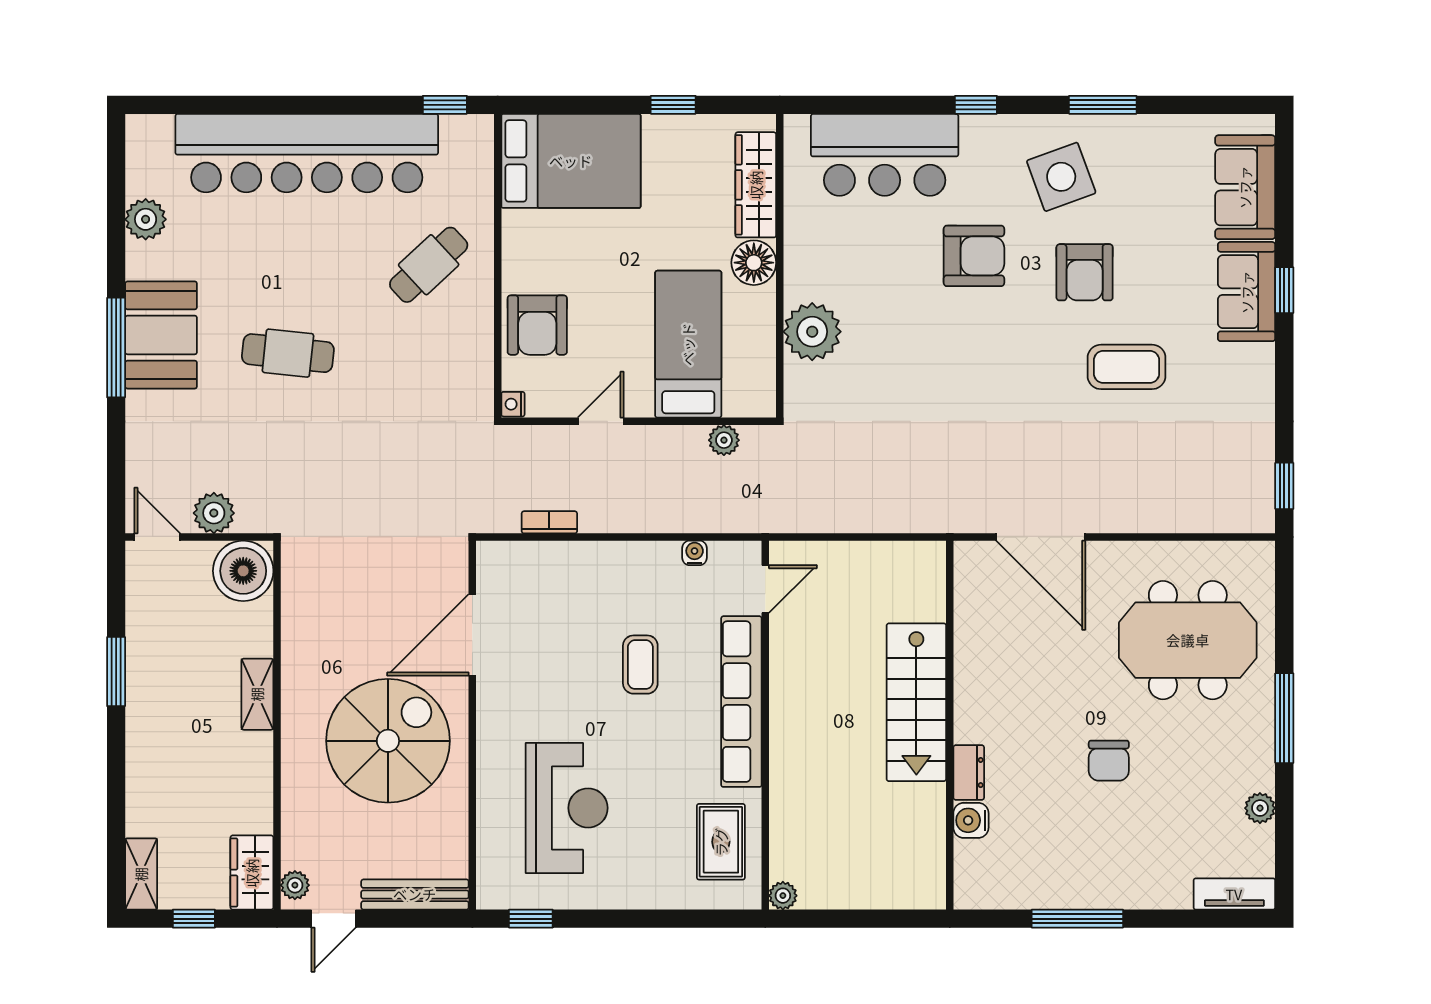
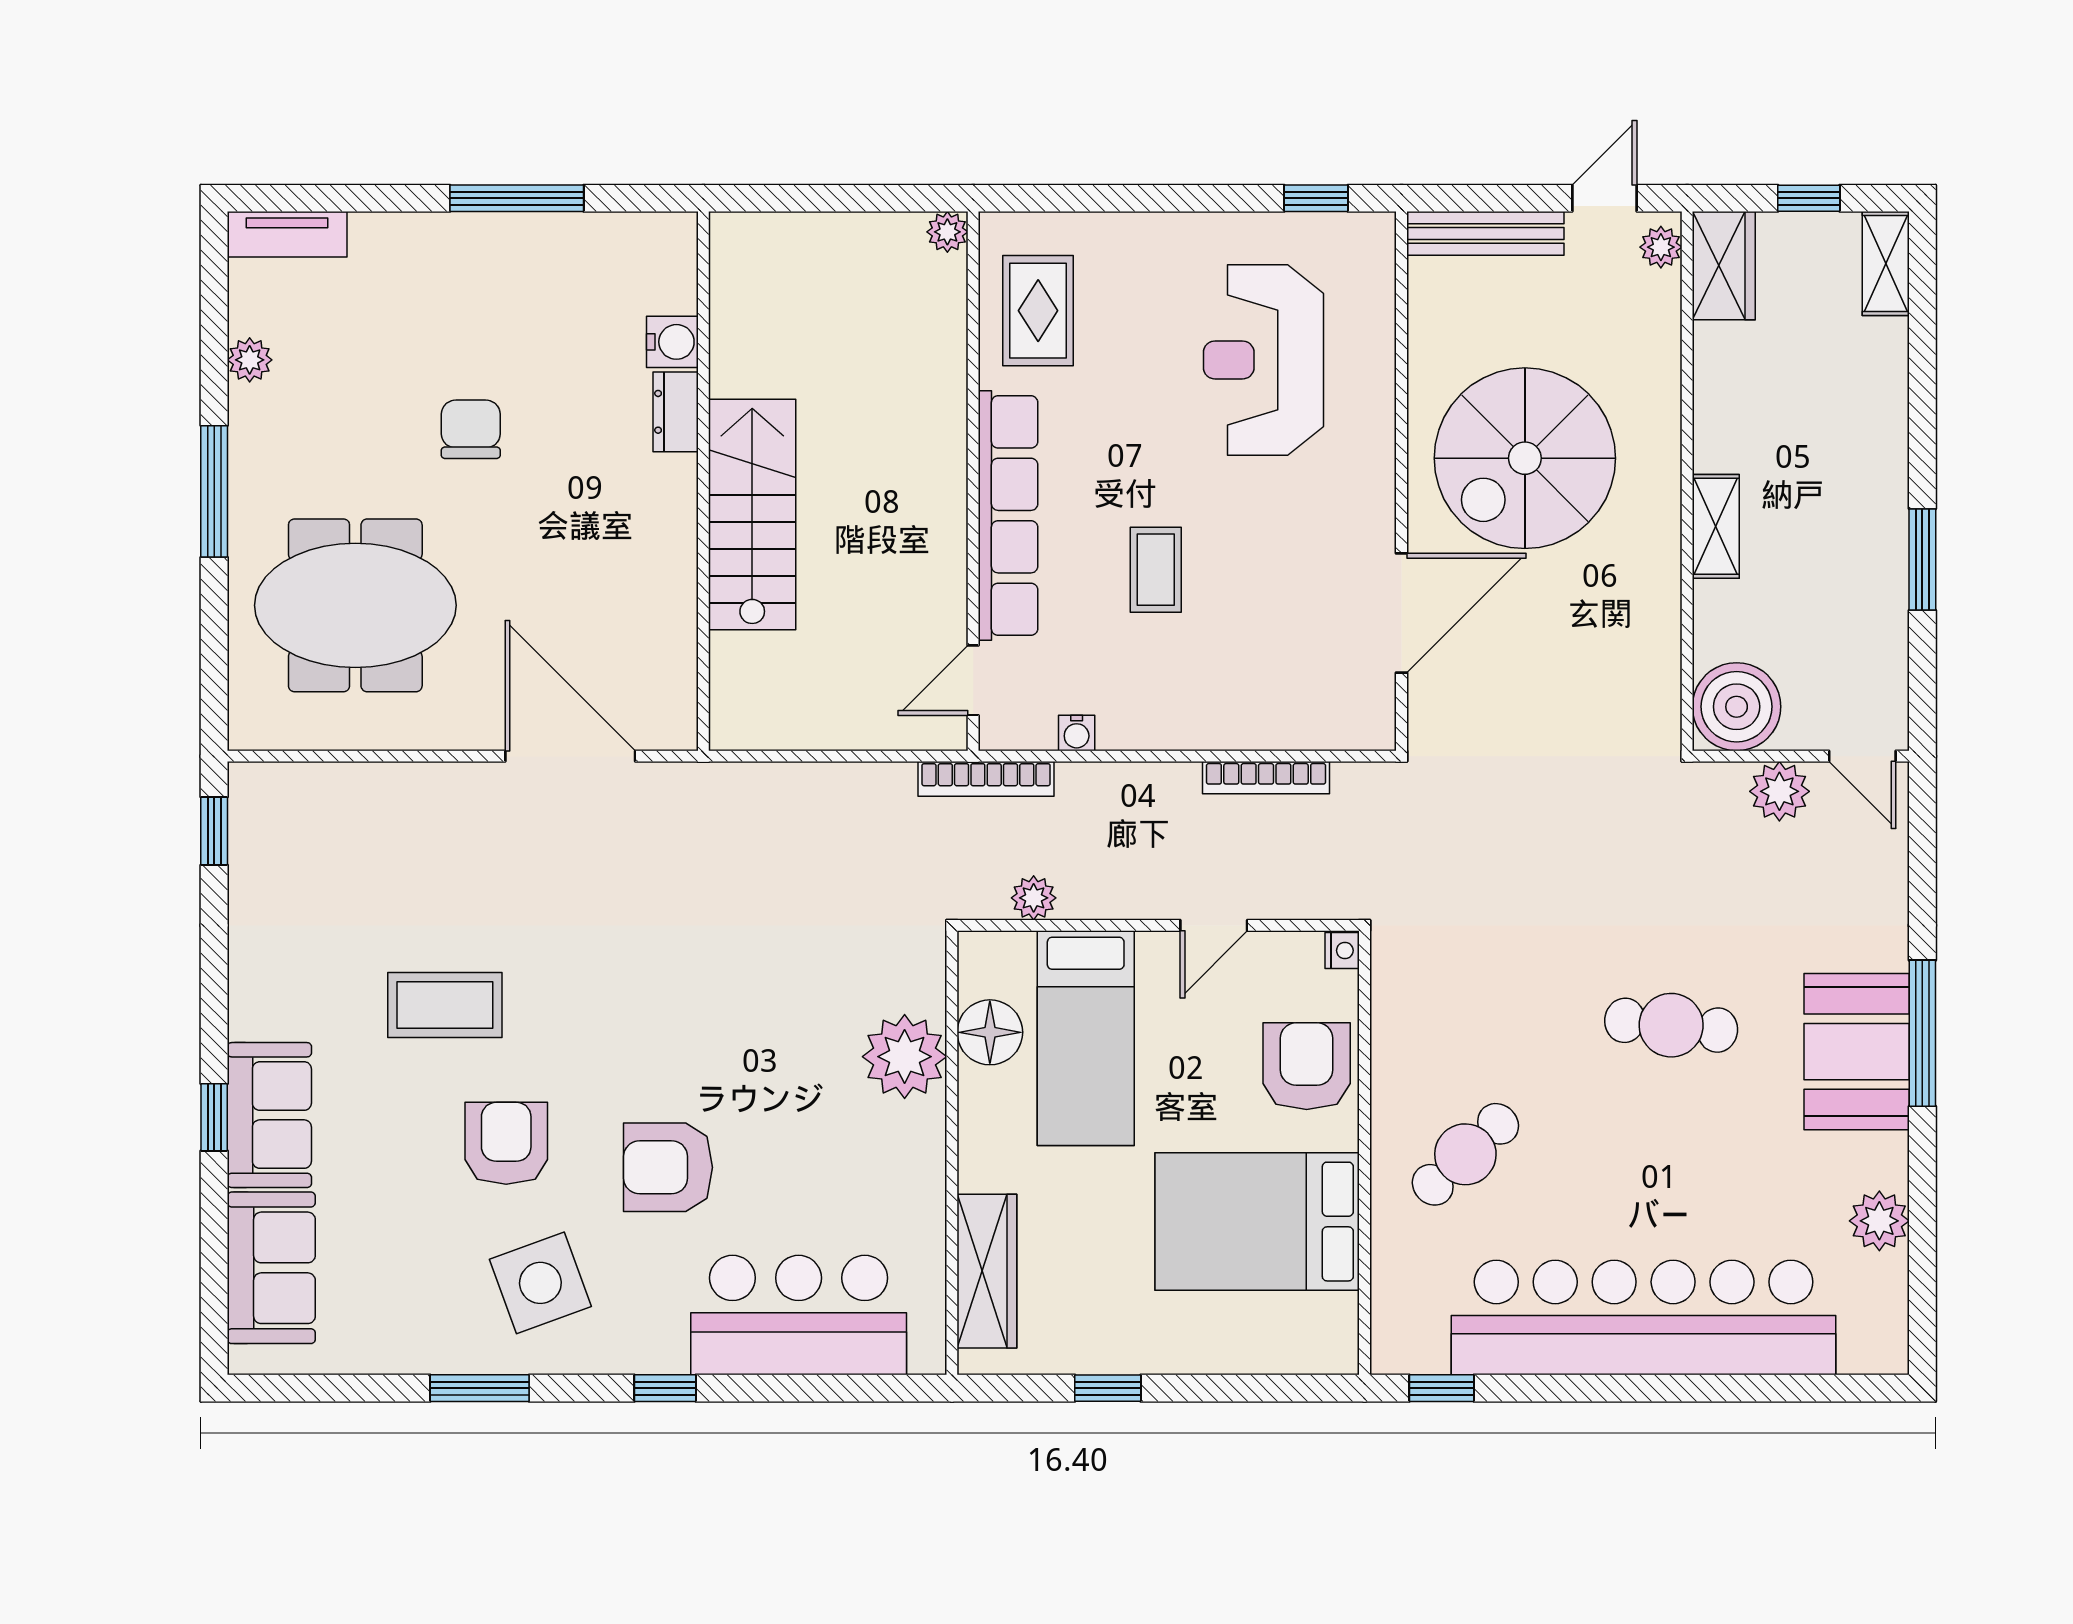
bed: (571, 161) -> (1257, 1222), moved
floor lamp: (754, 263) -> (990, 1032), moved
bookcase: (549, 522) -> (1266, 778), width x1.56
bookcase: (756, 522) -> (986, 779), added

